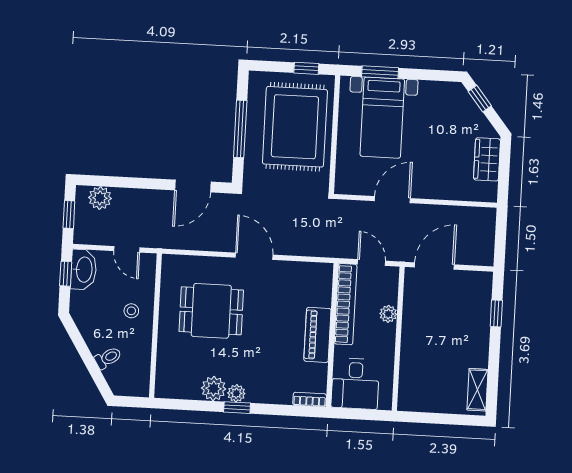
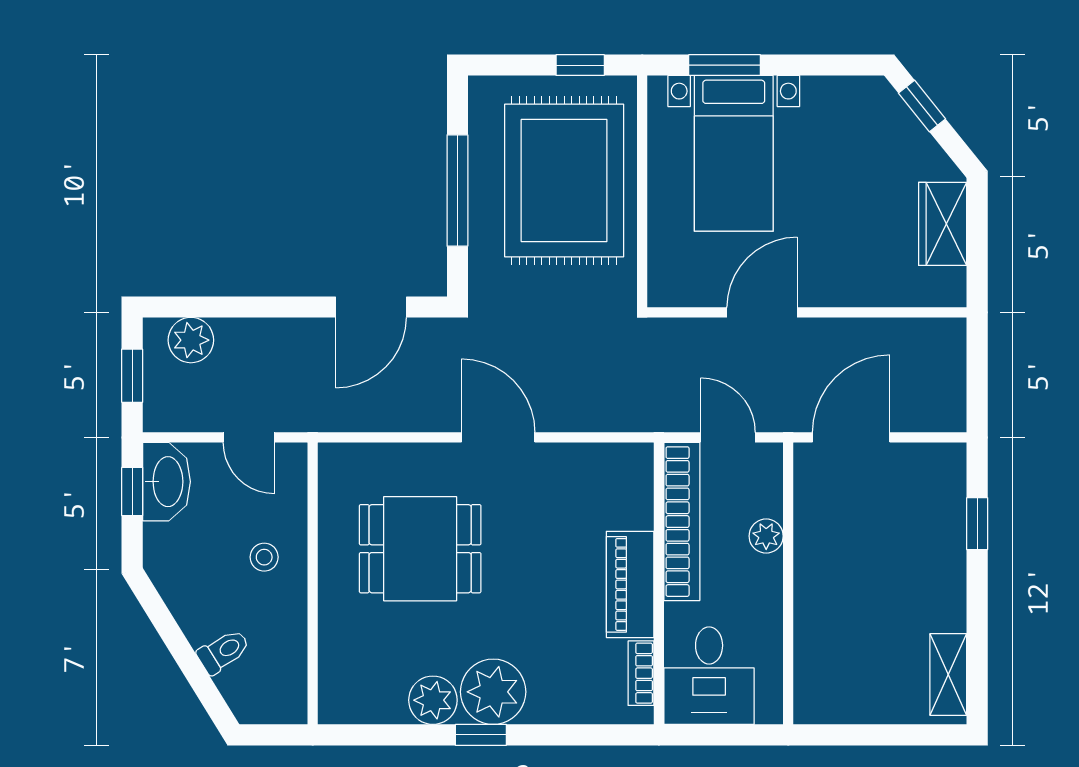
plant: (236, 393) -> (493, 692), width x1.88, depth x1.88
bookcase: (310, 400) -> (641, 673), moved, turned -90

